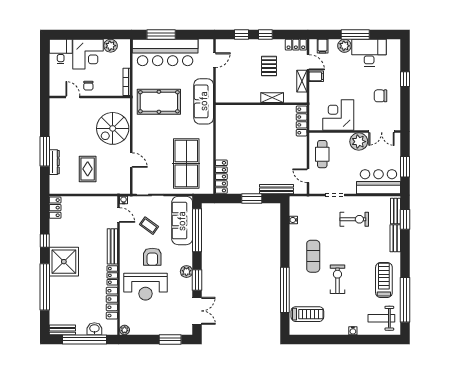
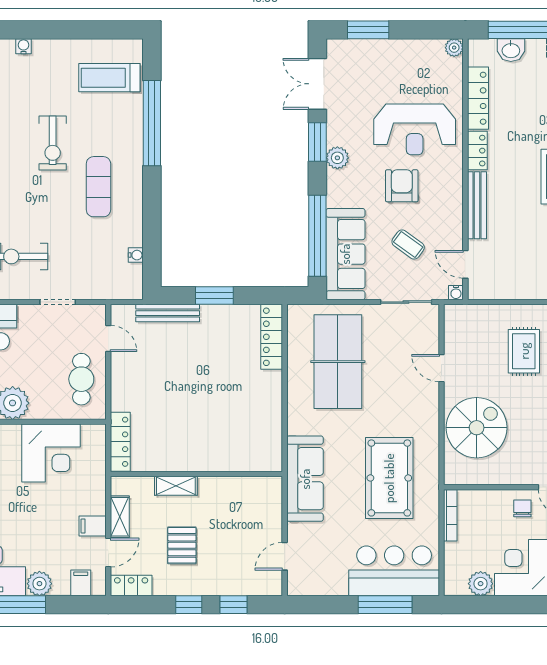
bar counter: (165, 52) -> (394, 571), width x0.73
door: (308, 62) -> (108, 553), swing flipped
pool table: (159, 102) -> (389, 478), turned 90
reception desk: (145, 287) -> (415, 129), turned 180

